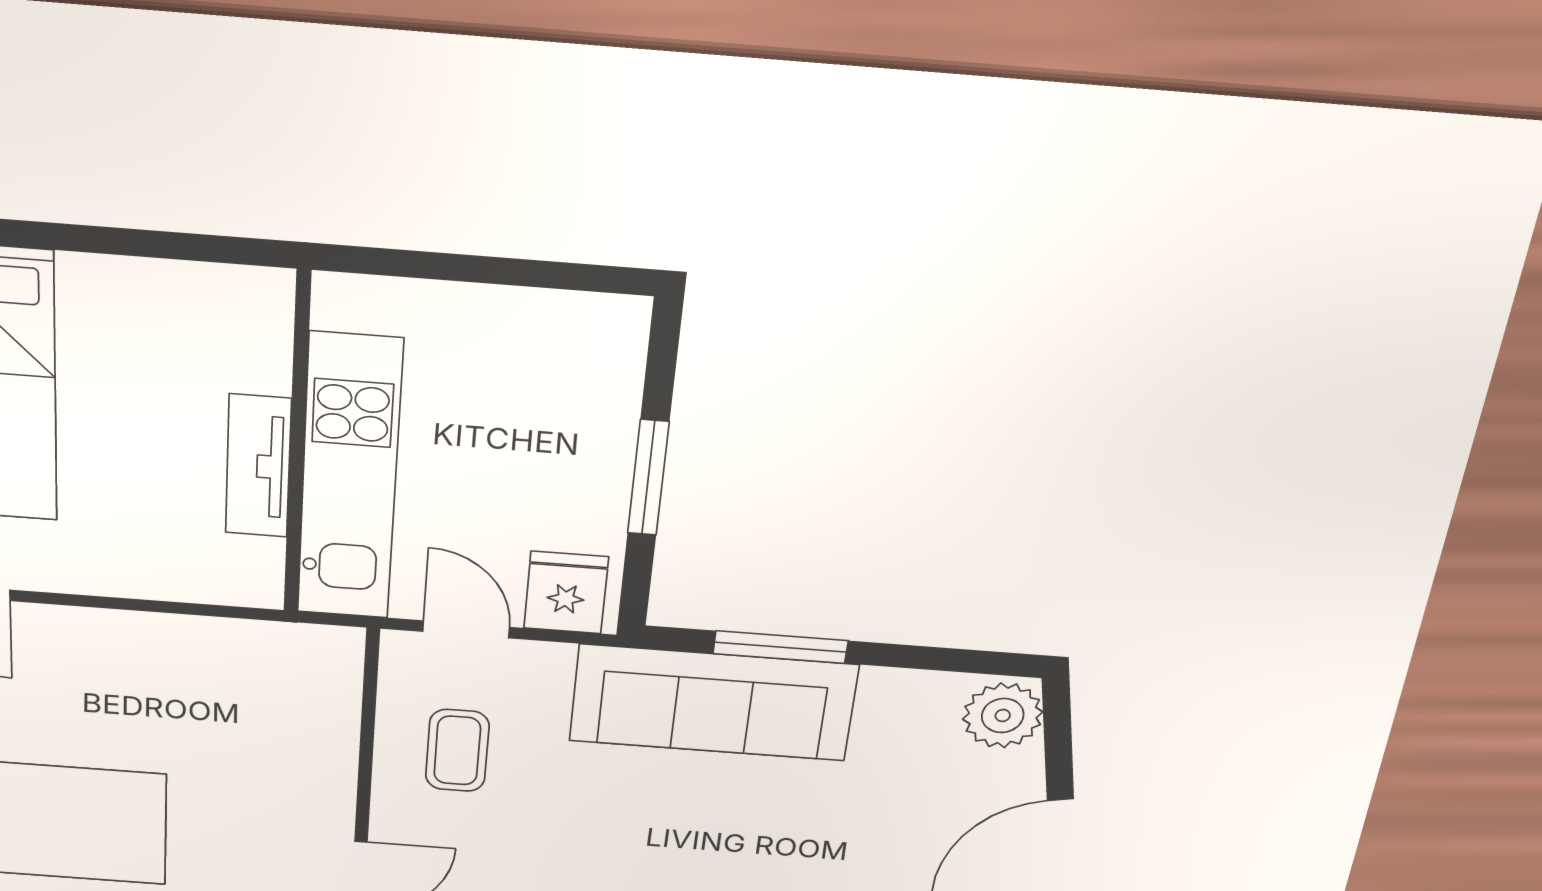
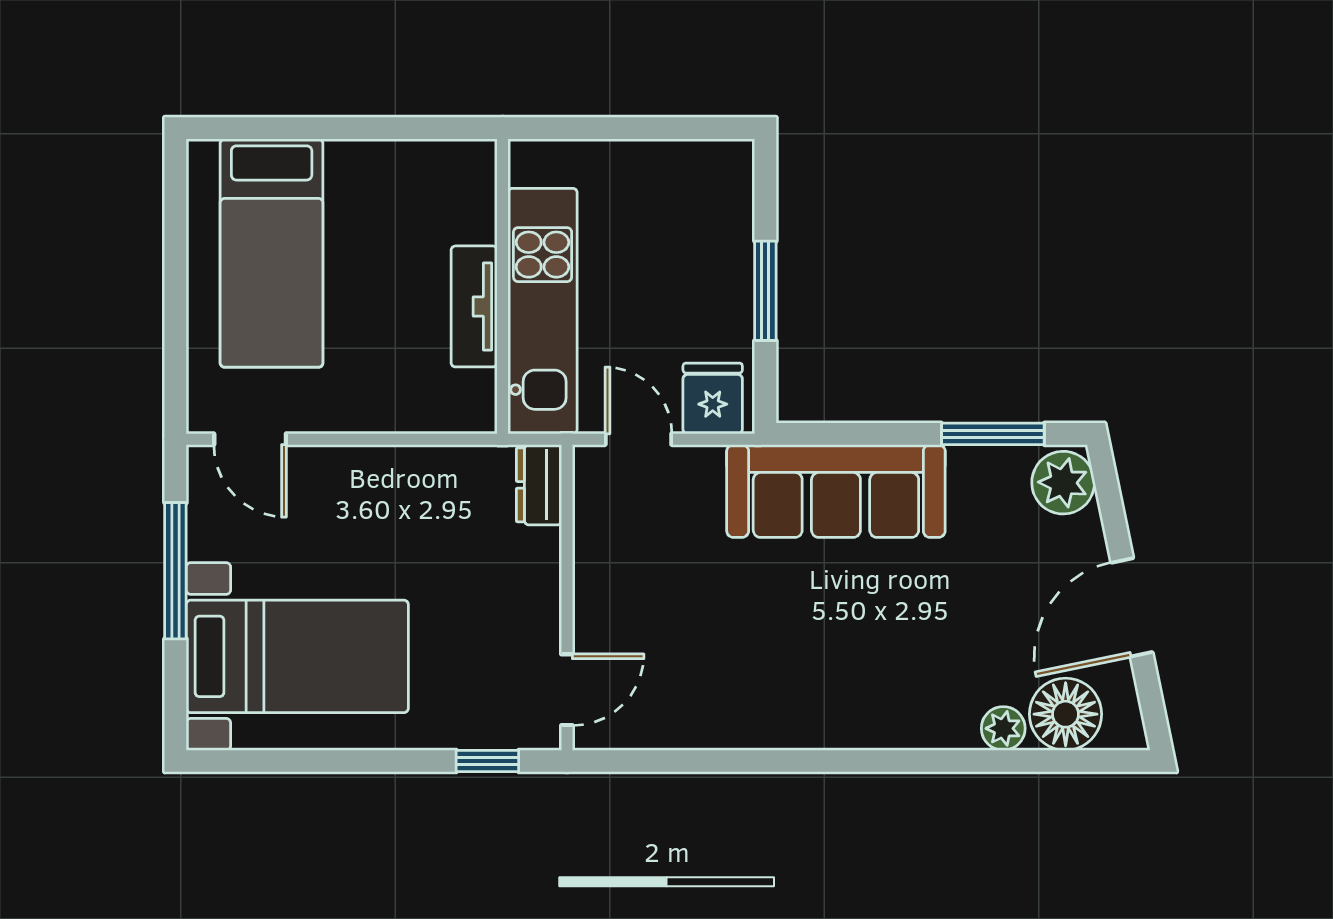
window: (781, 647) -> (993, 434), moved
dresser: (335, 668) -> (539, 485), added
coffee table: (457, 750) -> (639, 555), removed

